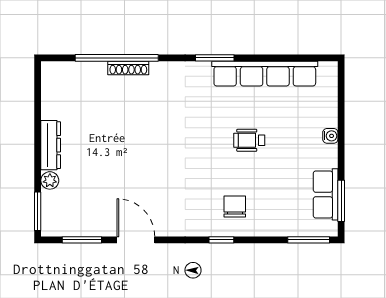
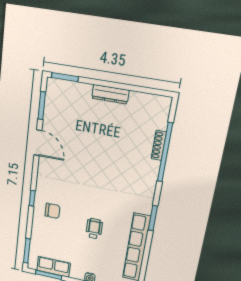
shoe rack: (128, 68) -> (159, 145), moved
plant: (50, 180) -> (85, 90), removed
door: (136, 240) -> (38, 143), hinge flipped

